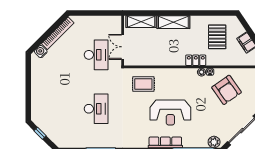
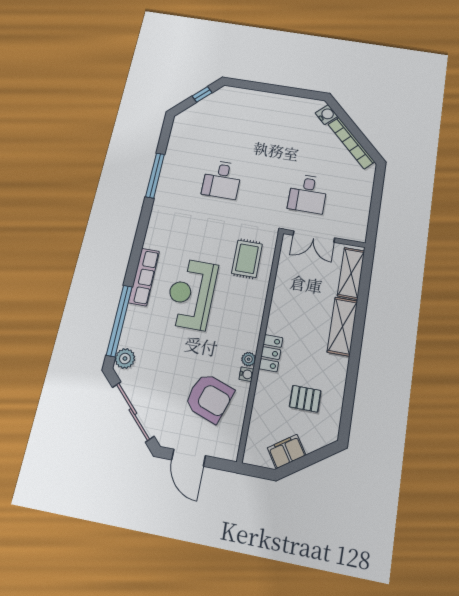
pallet: (217, 37) -> (305, 399), width x0.67, depth x0.71
double door: (123, 47) -> (314, 237), swing flipped
desk: (96, 55) -> (308, 194), width x0.73
armchair: (227, 90) -> (209, 398), turned -126
desk: (96, 109) -> (222, 180), width x0.73

